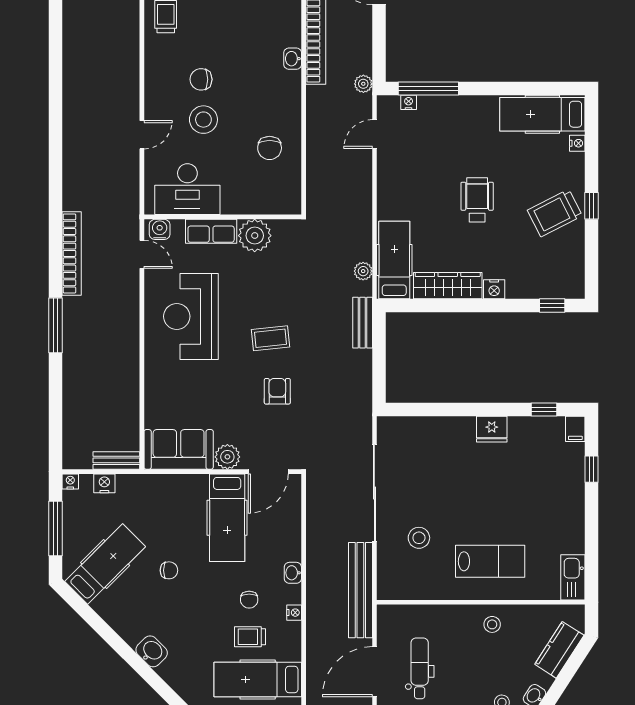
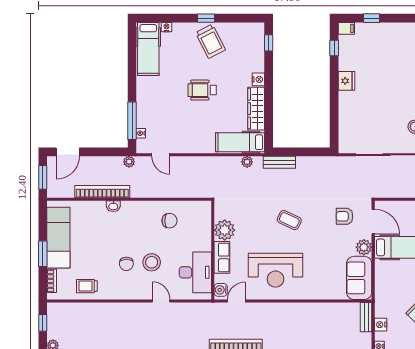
coffee table: (271, 338) -> (289, 220), turned -59
armchair: (277, 391) -> (345, 216), moved

